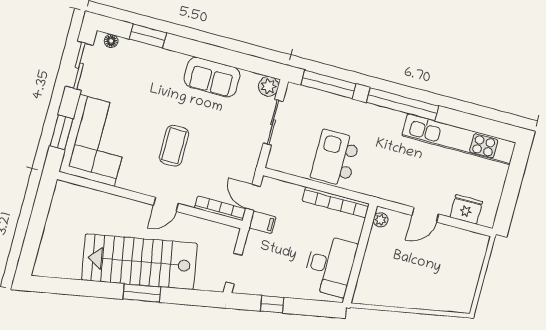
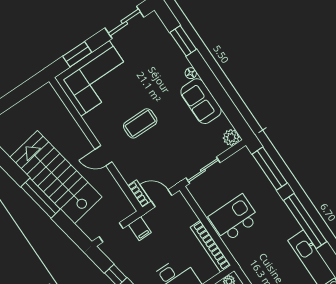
floor lamp: (111, 41) -> (191, 73), moved
sliding door: (273, 122) -> (203, 170), moved
door: (253, 197) -> (162, 198), hinge flipped
bookcase: (220, 208) -> (139, 194), width x0.64
filing cabinet: (262, 222) -> (140, 229), moved
window: (142, 293) -> (41, 198), width x1.44

